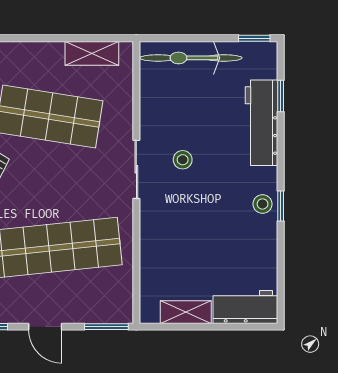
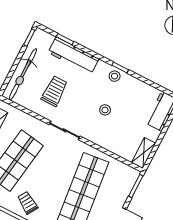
trolley: (190, 121) -> (54, 91), added
stool: (183, 160) -> (105, 110), moved
shelving: (186, 312) -> (144, 153), moved

